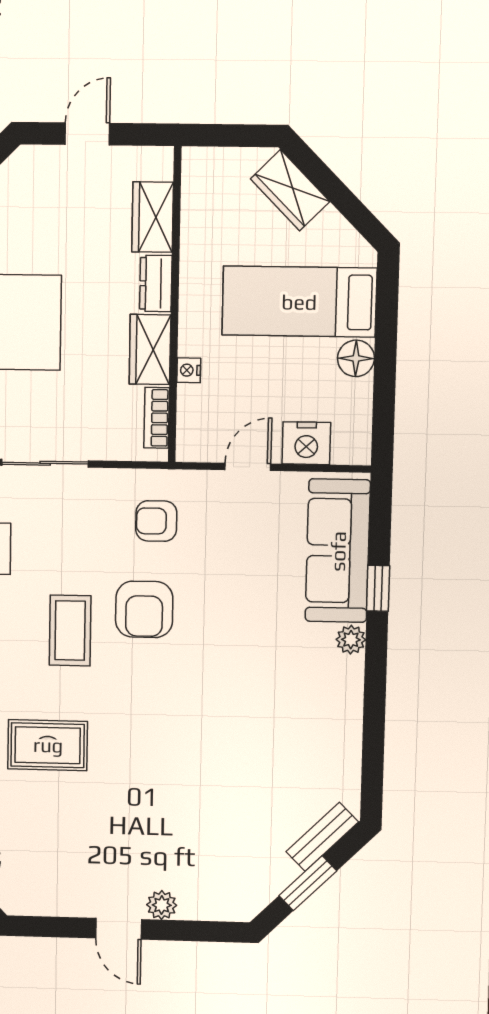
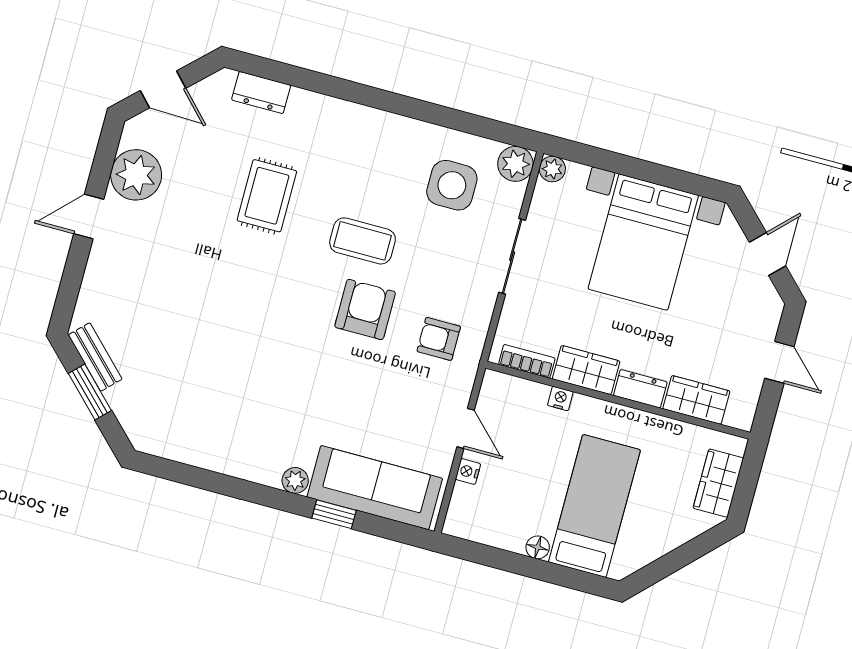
wardrobe: (290, 190) -> (718, 483), moved, turned -45
floor lamp: (356, 358) -> (538, 547), width x0.73, depth x0.73
nightstand: (306, 443) -> (468, 471), width x0.53, depth x0.56
armchair: (156, 521) -> (439, 339), turned -90
armchair: (144, 609) -> (365, 310), turned 90
bench: (322, 837) -> (95, 357), moved
plant: (162, 905) -> (136, 175), moved, width x1.87, depth x1.87

